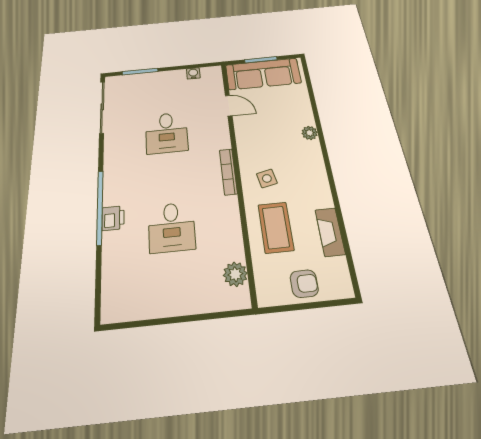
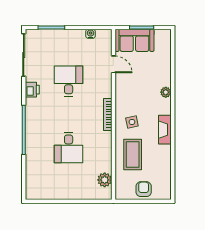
sofa: (263, 74) -> (134, 40), width x0.73
desk: (167, 133) -> (69, 81), turned 180
printer: (113, 218) -> (32, 90), moved
fireplace: (330, 232) -> (165, 130), moved
armchair: (304, 284) -> (144, 189), turned -90

